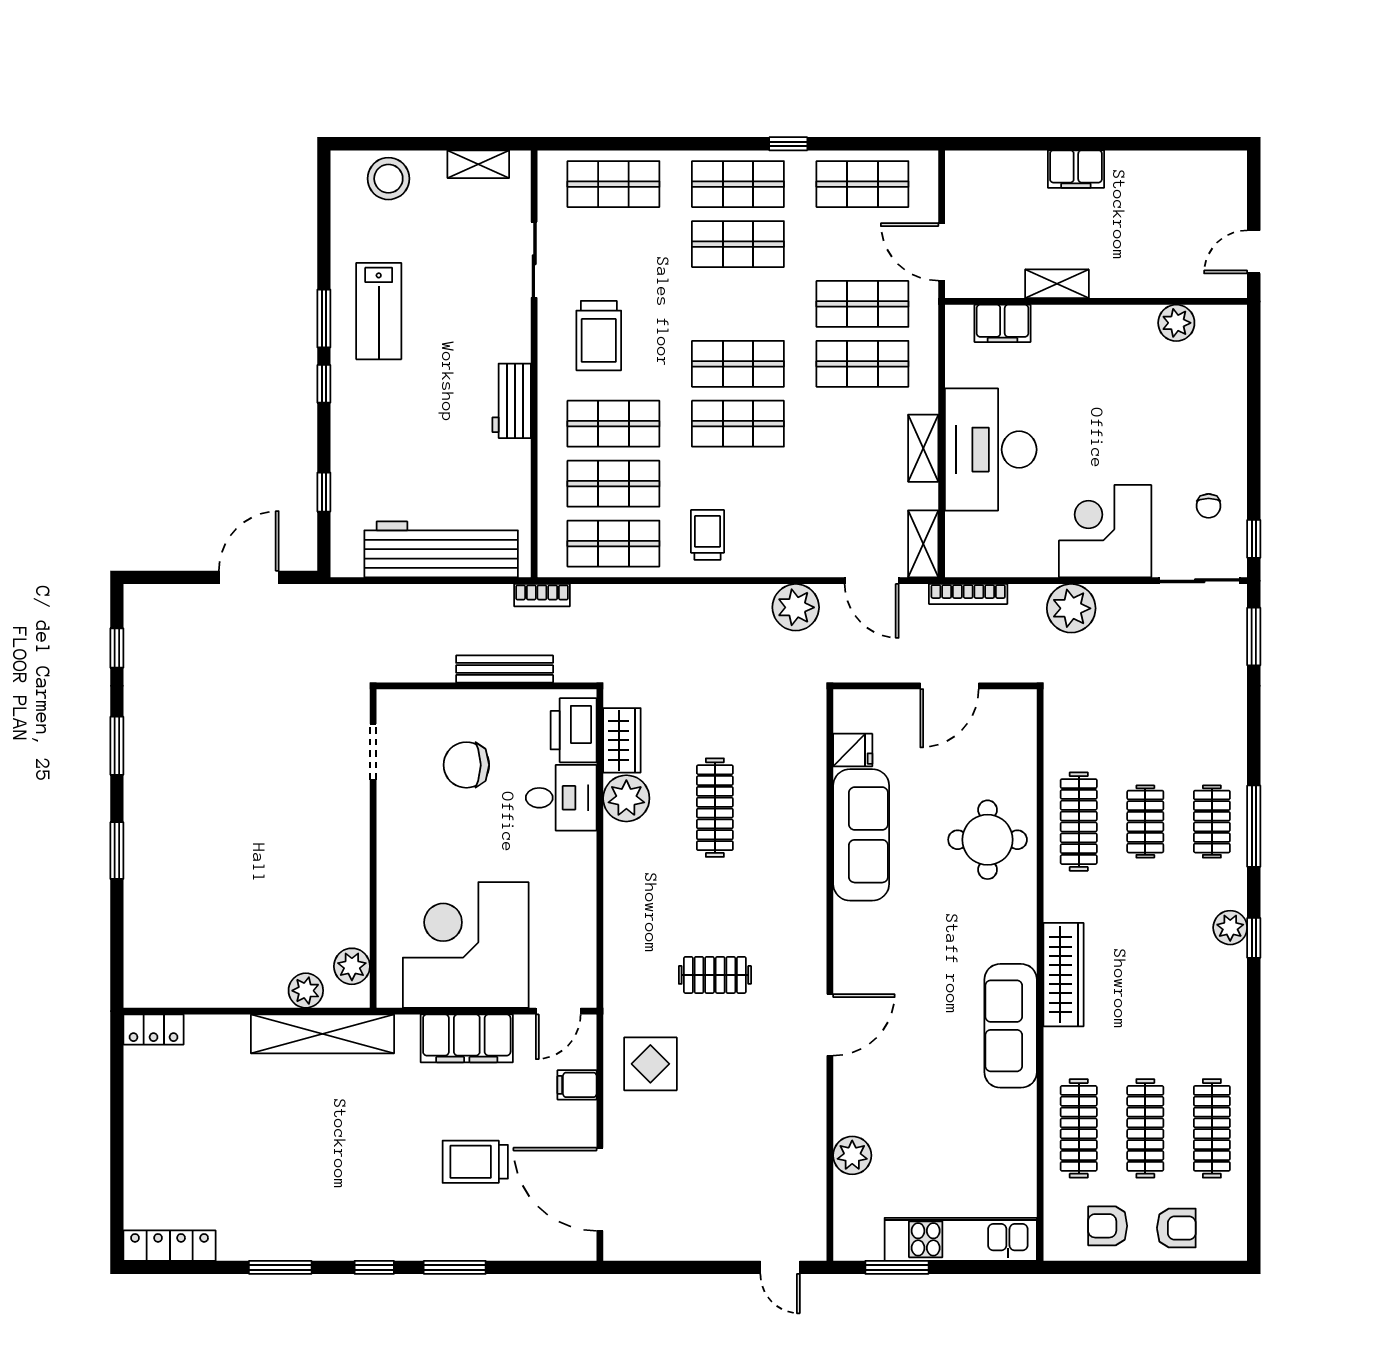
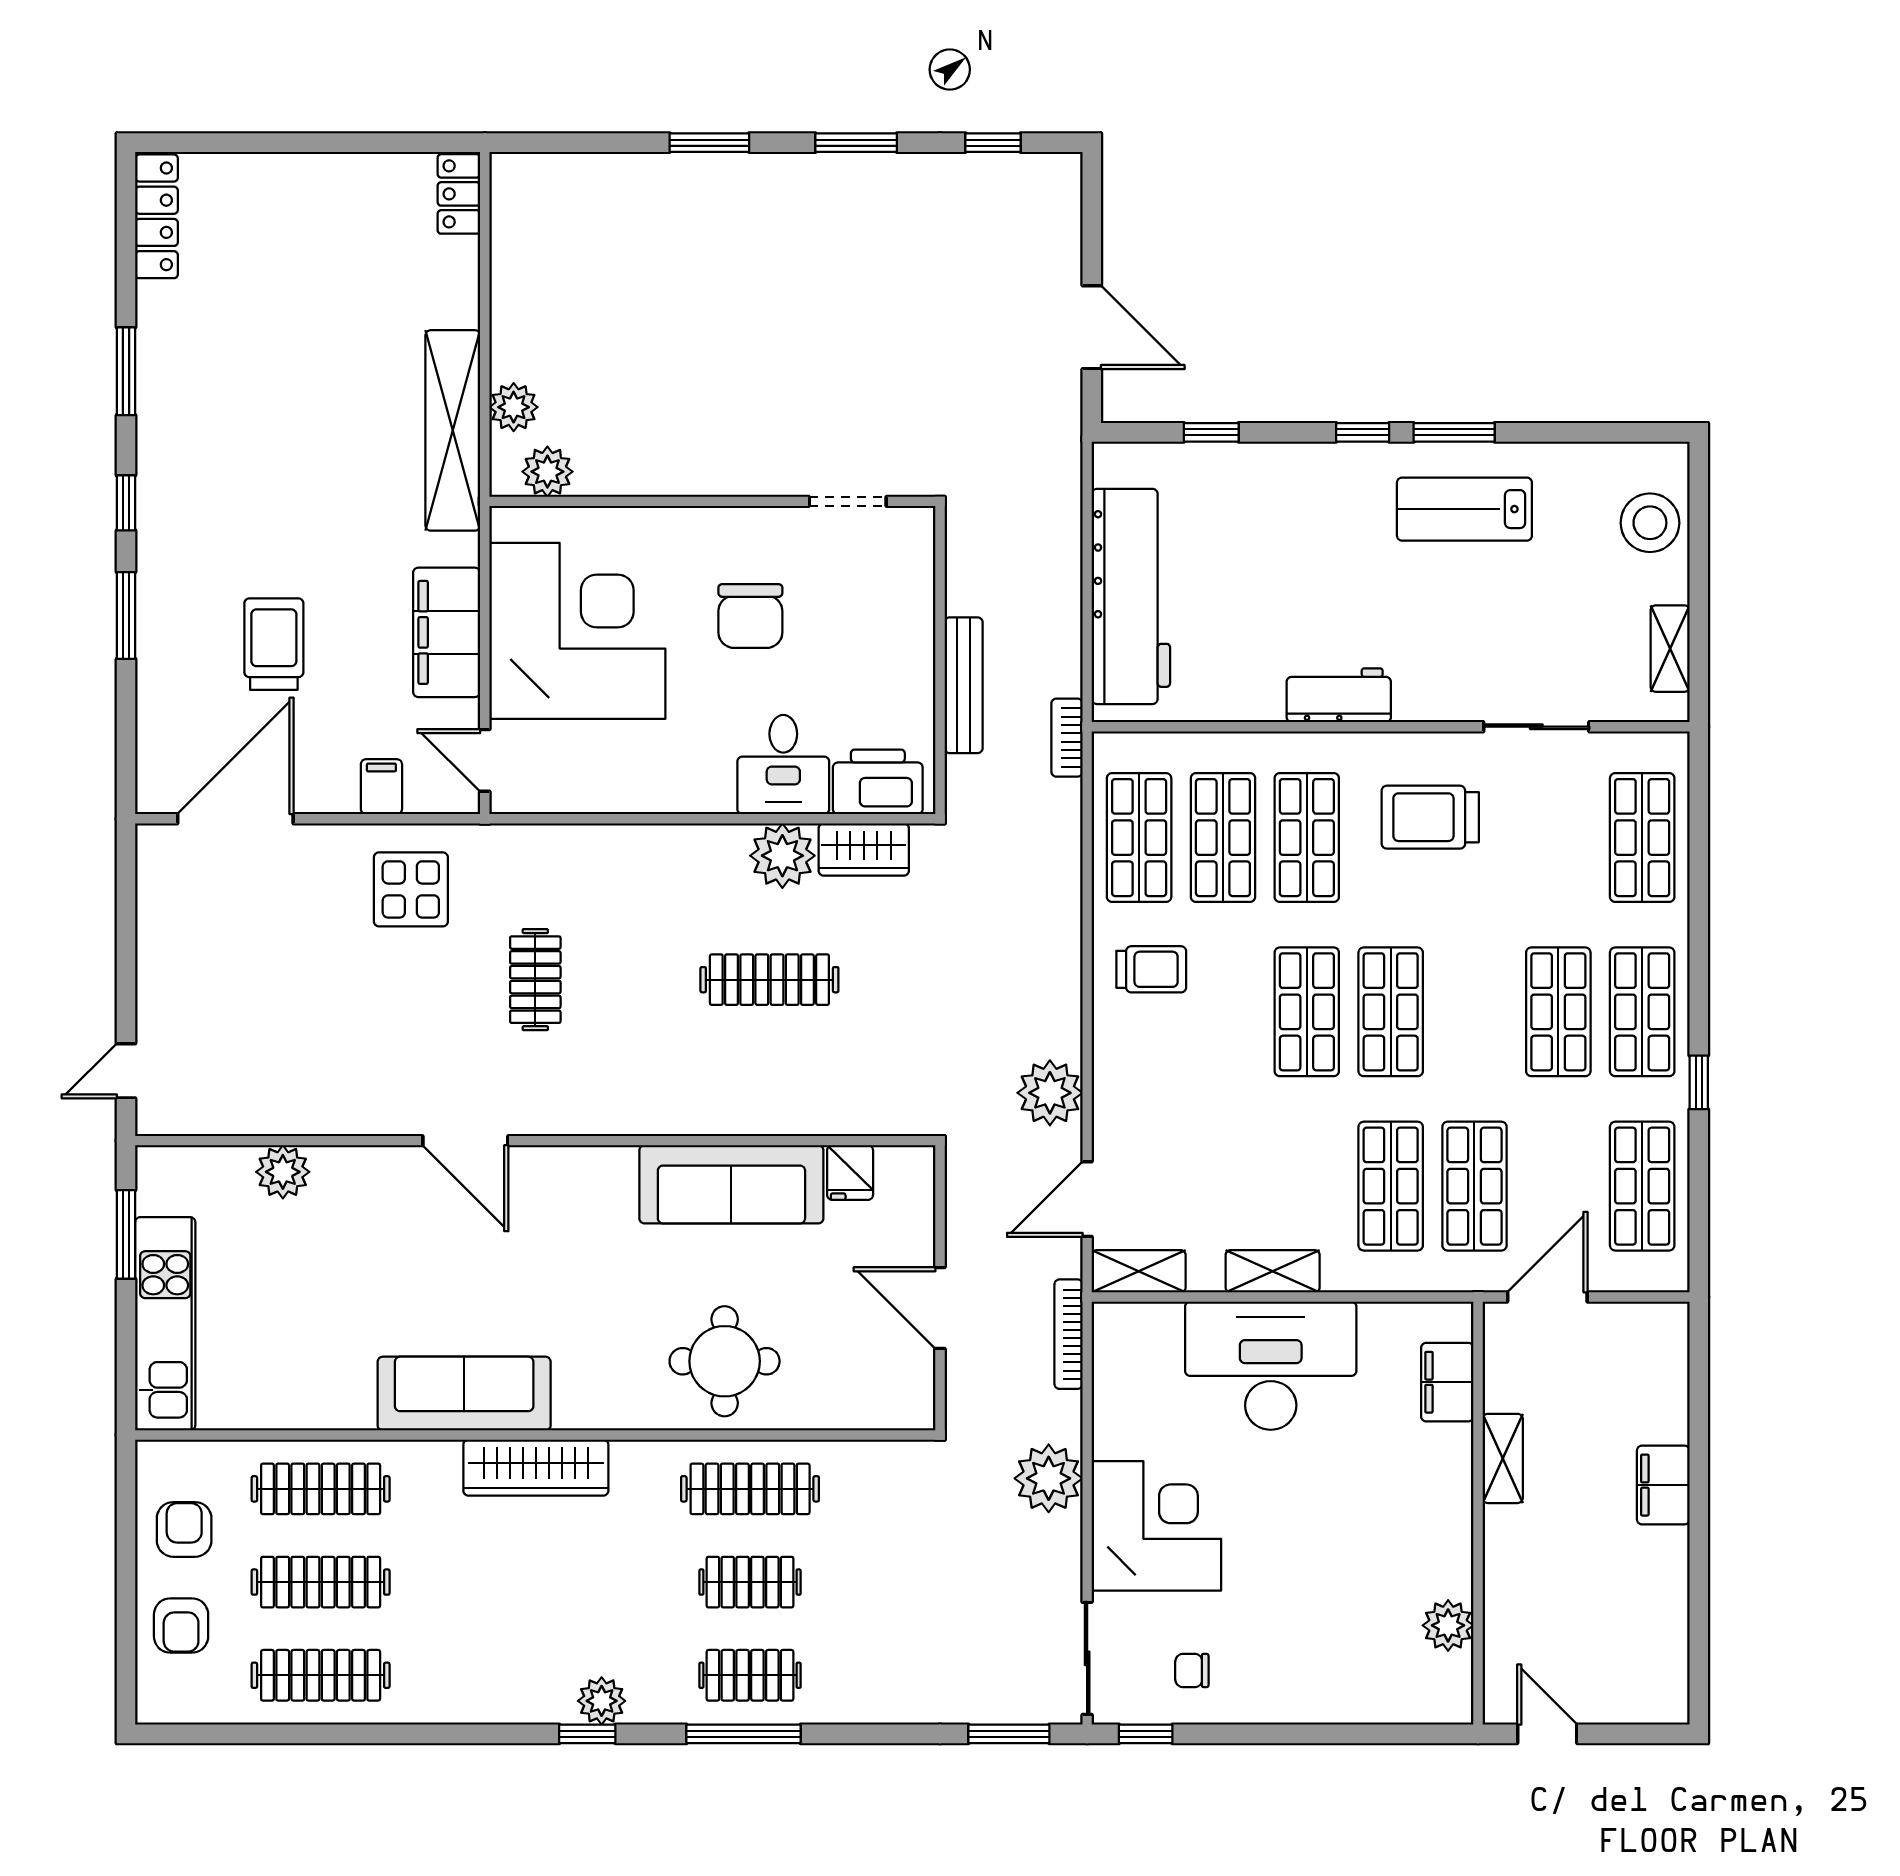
chair: (466, 765) -> (750, 616), moved, turned 180

